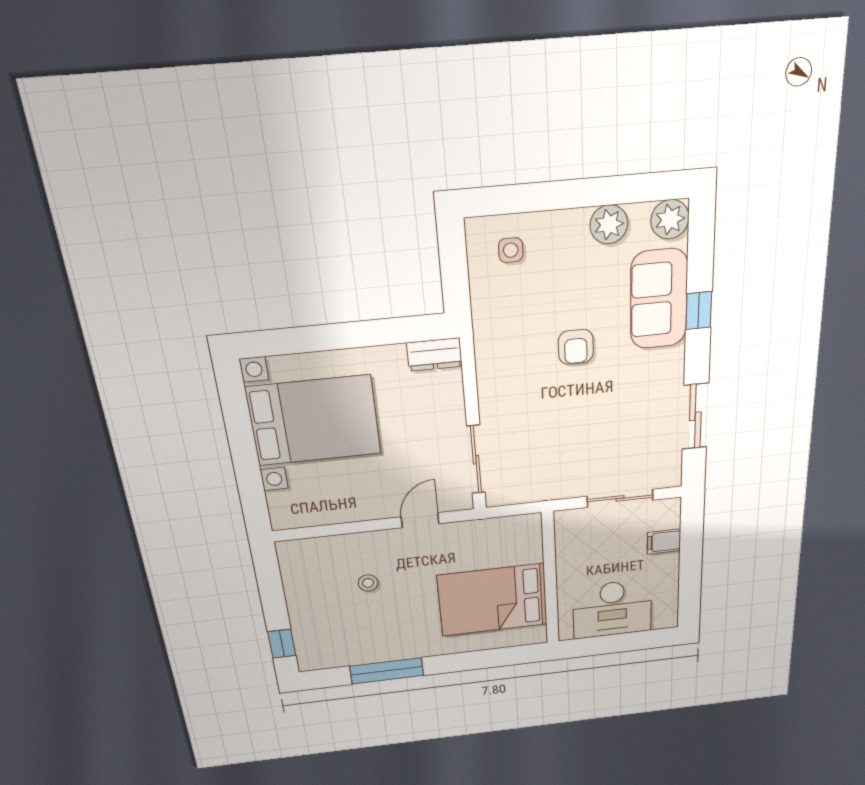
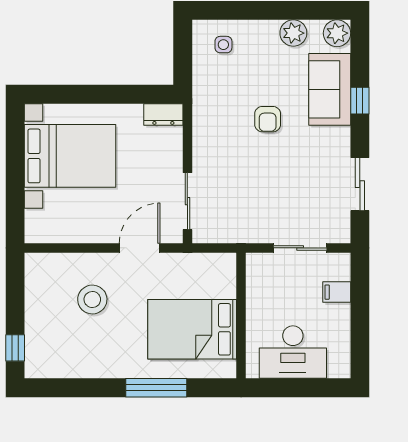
door: (420, 520) -> (140, 248), width x1.38
stool: (368, 583) -> (92, 300), width x1.89, depth x1.89
window: (387, 671) -> (156, 388), moved

